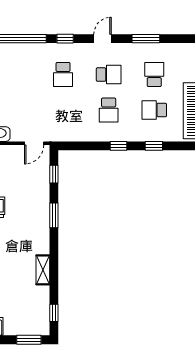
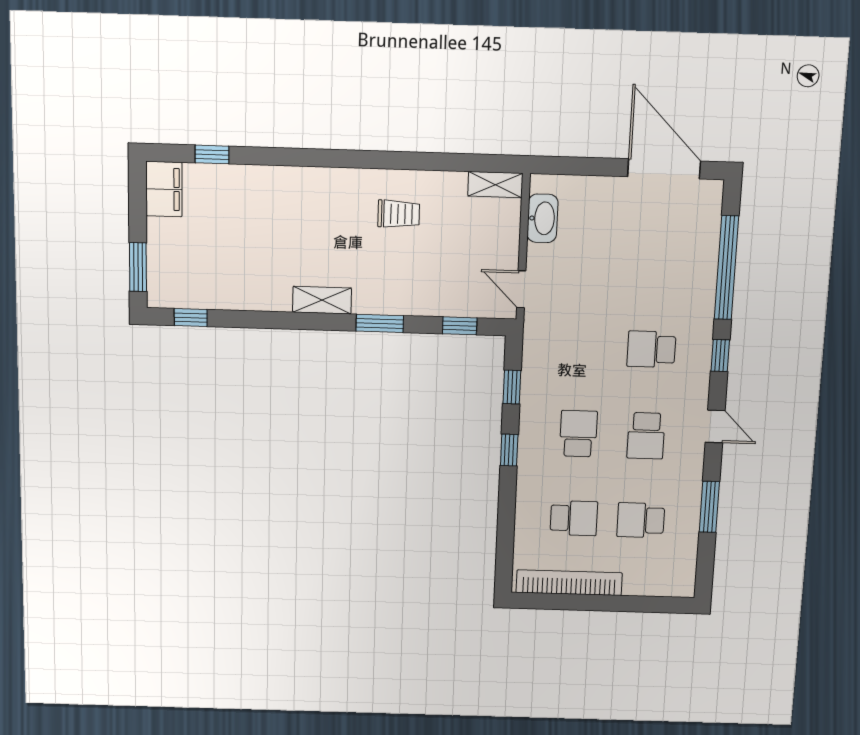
school desk: (154, 75) -> (641, 520), turned 180
school desk: (109, 110) -> (578, 434), turned 90
school desk: (154, 110) -> (574, 518), turned 90
window: (154, 146) -> (512, 387), moved
shelving: (43, 270) -> (322, 300), moved

